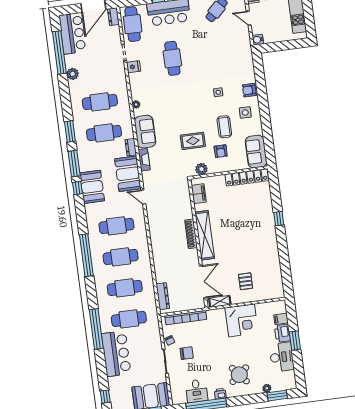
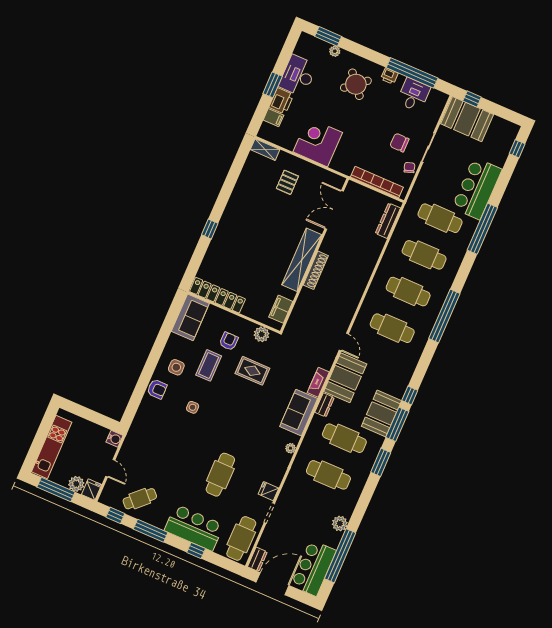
booth: (92, 187) -> (381, 413), moved
shelving: (220, 301) -> (265, 150), moved

